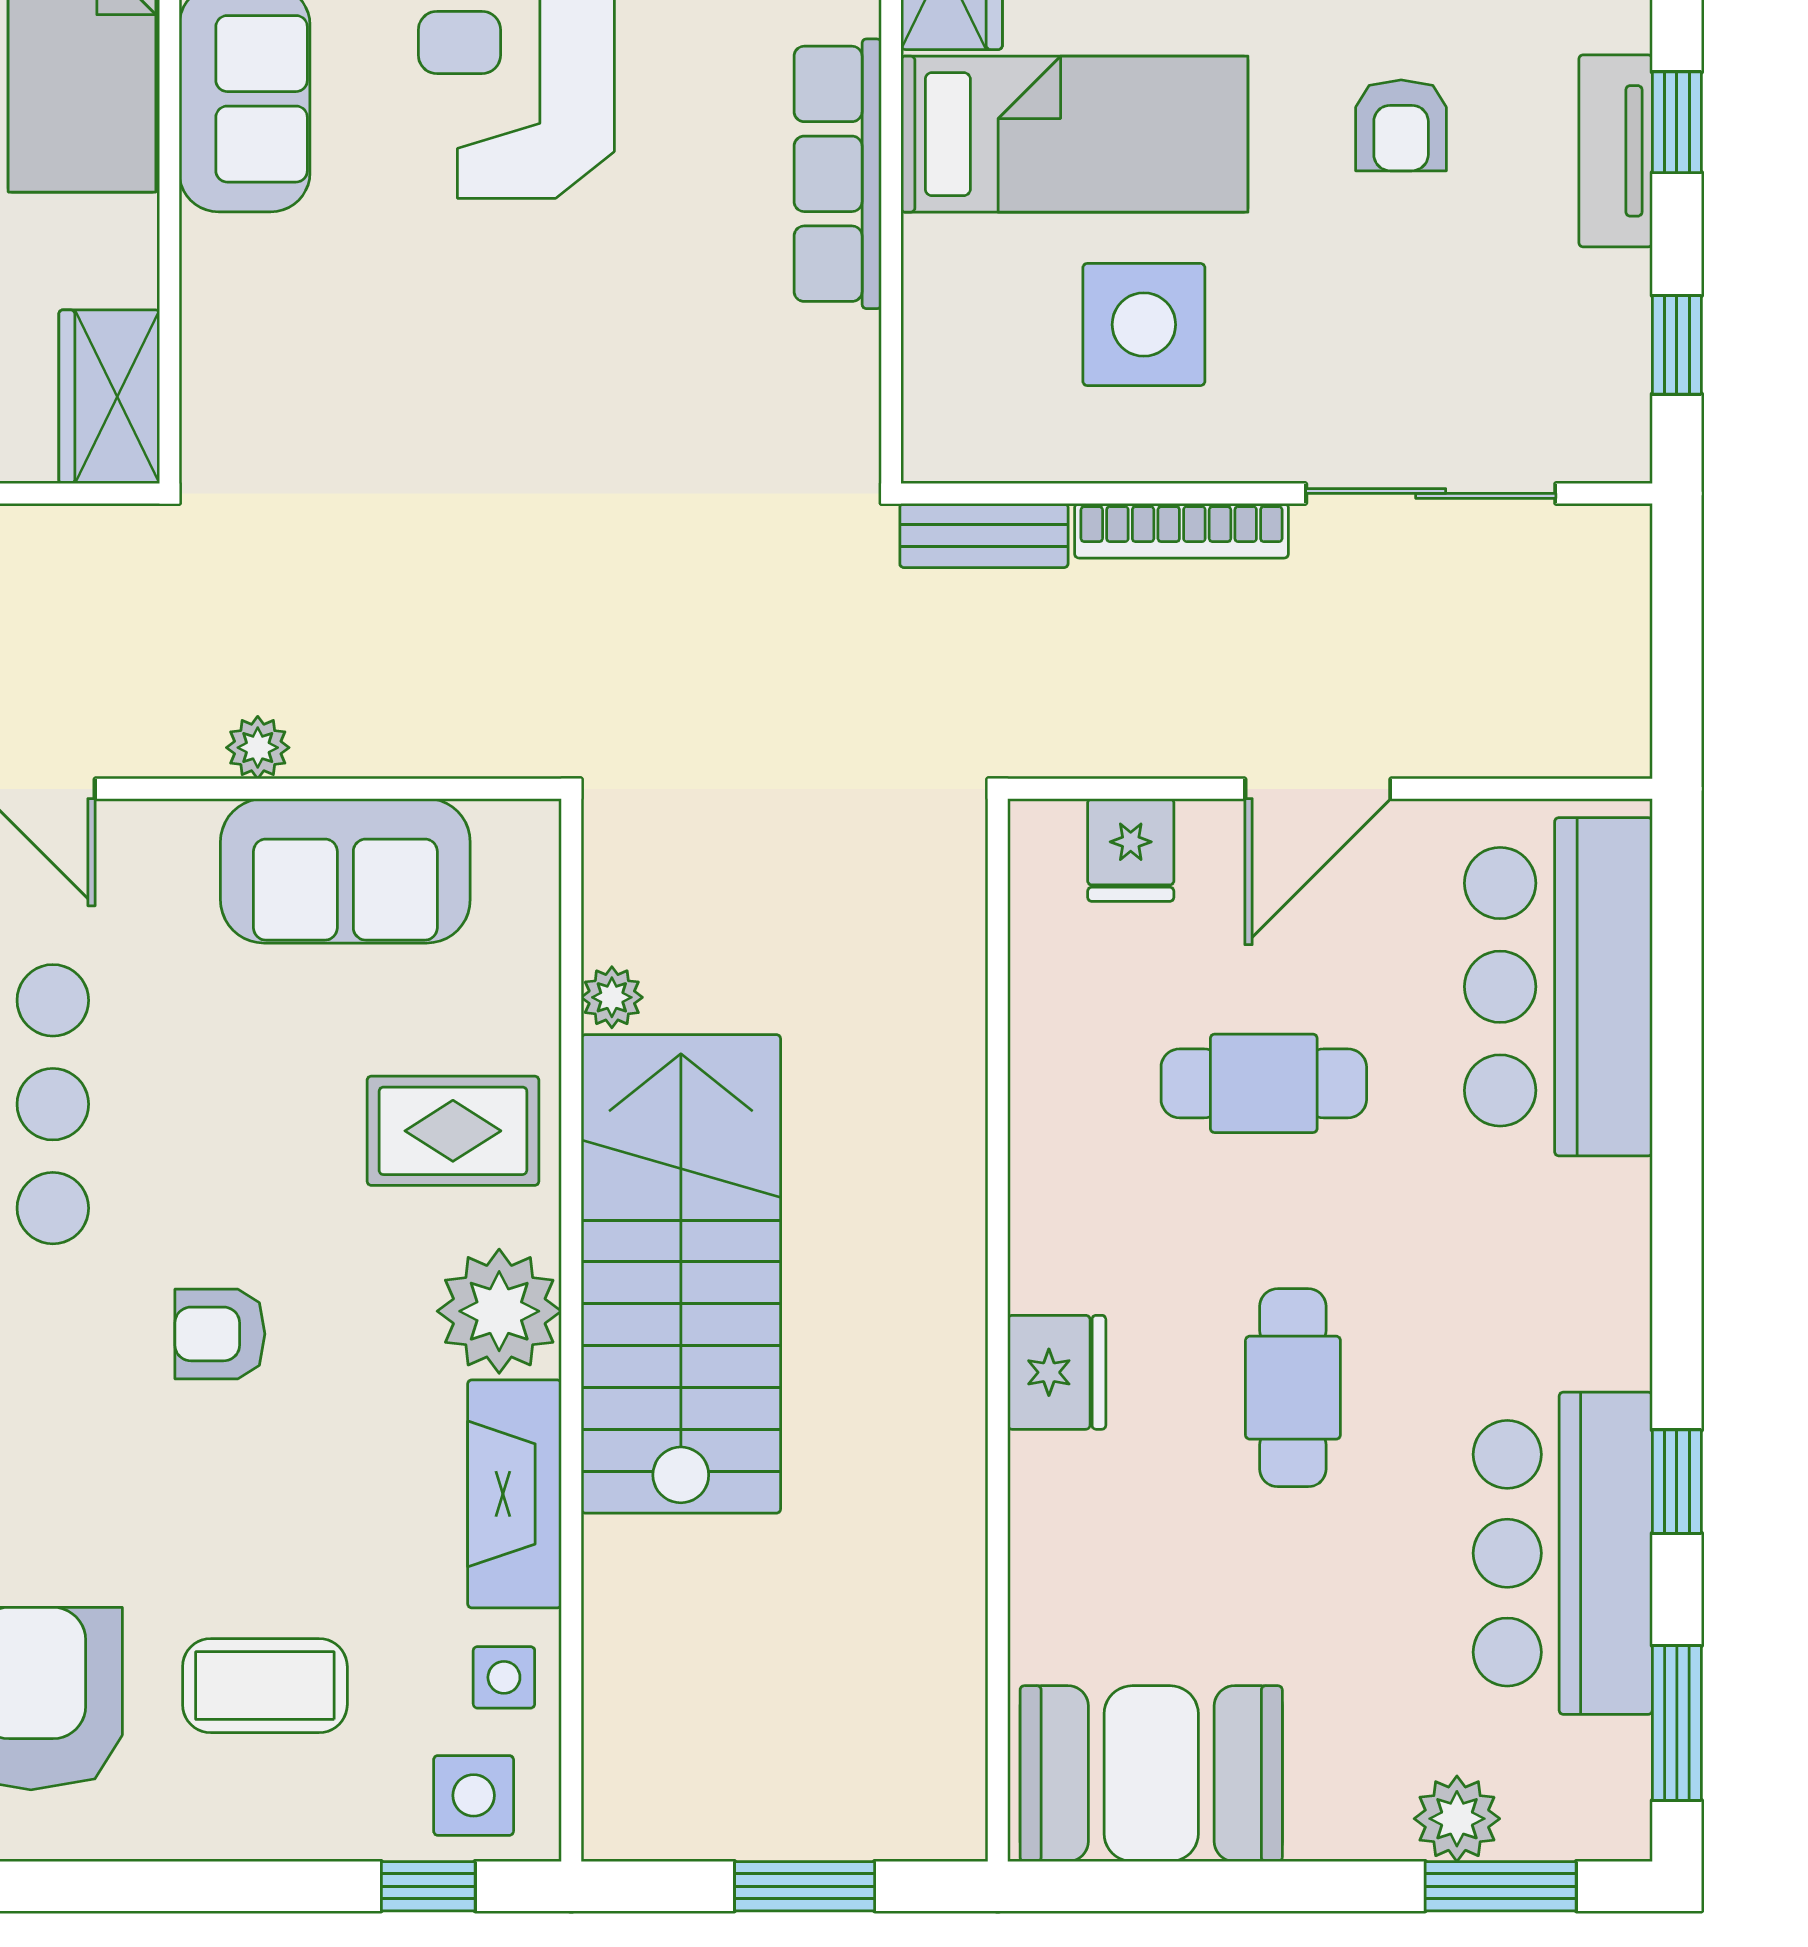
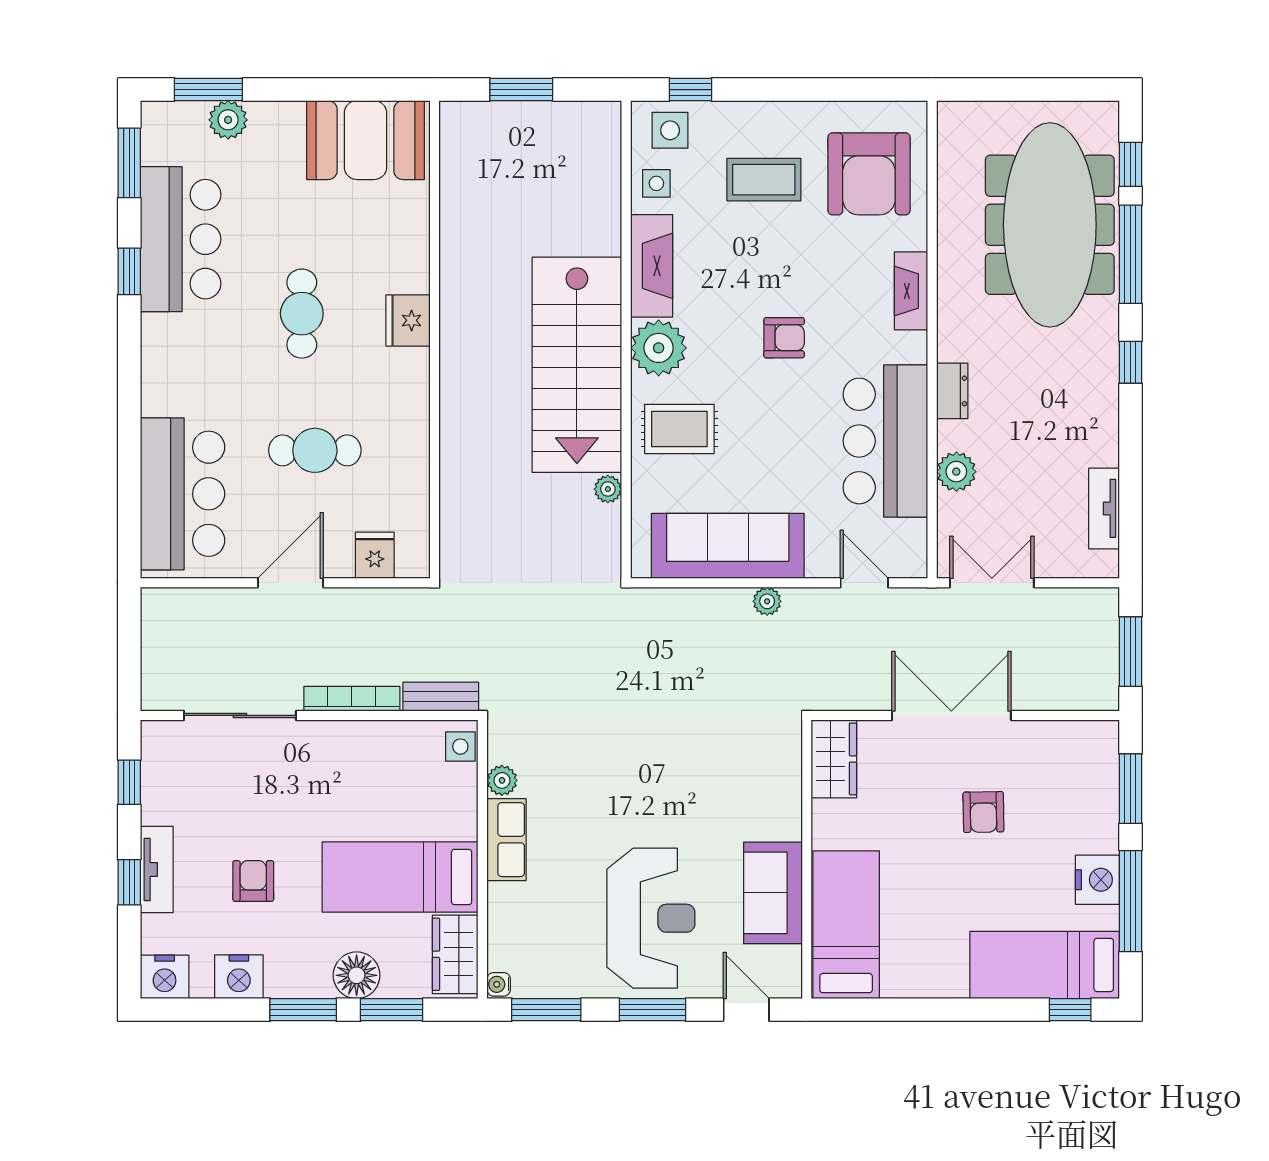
row of seats: (838, 174) -> (506, 840), width x0.68
side table: (1144, 325) -> (460, 747), moved, width x0.54, depth x0.54
plant: (848, 349) -> (502, 780), added
sofa: (345, 871) -> (728, 546), width x1.36

